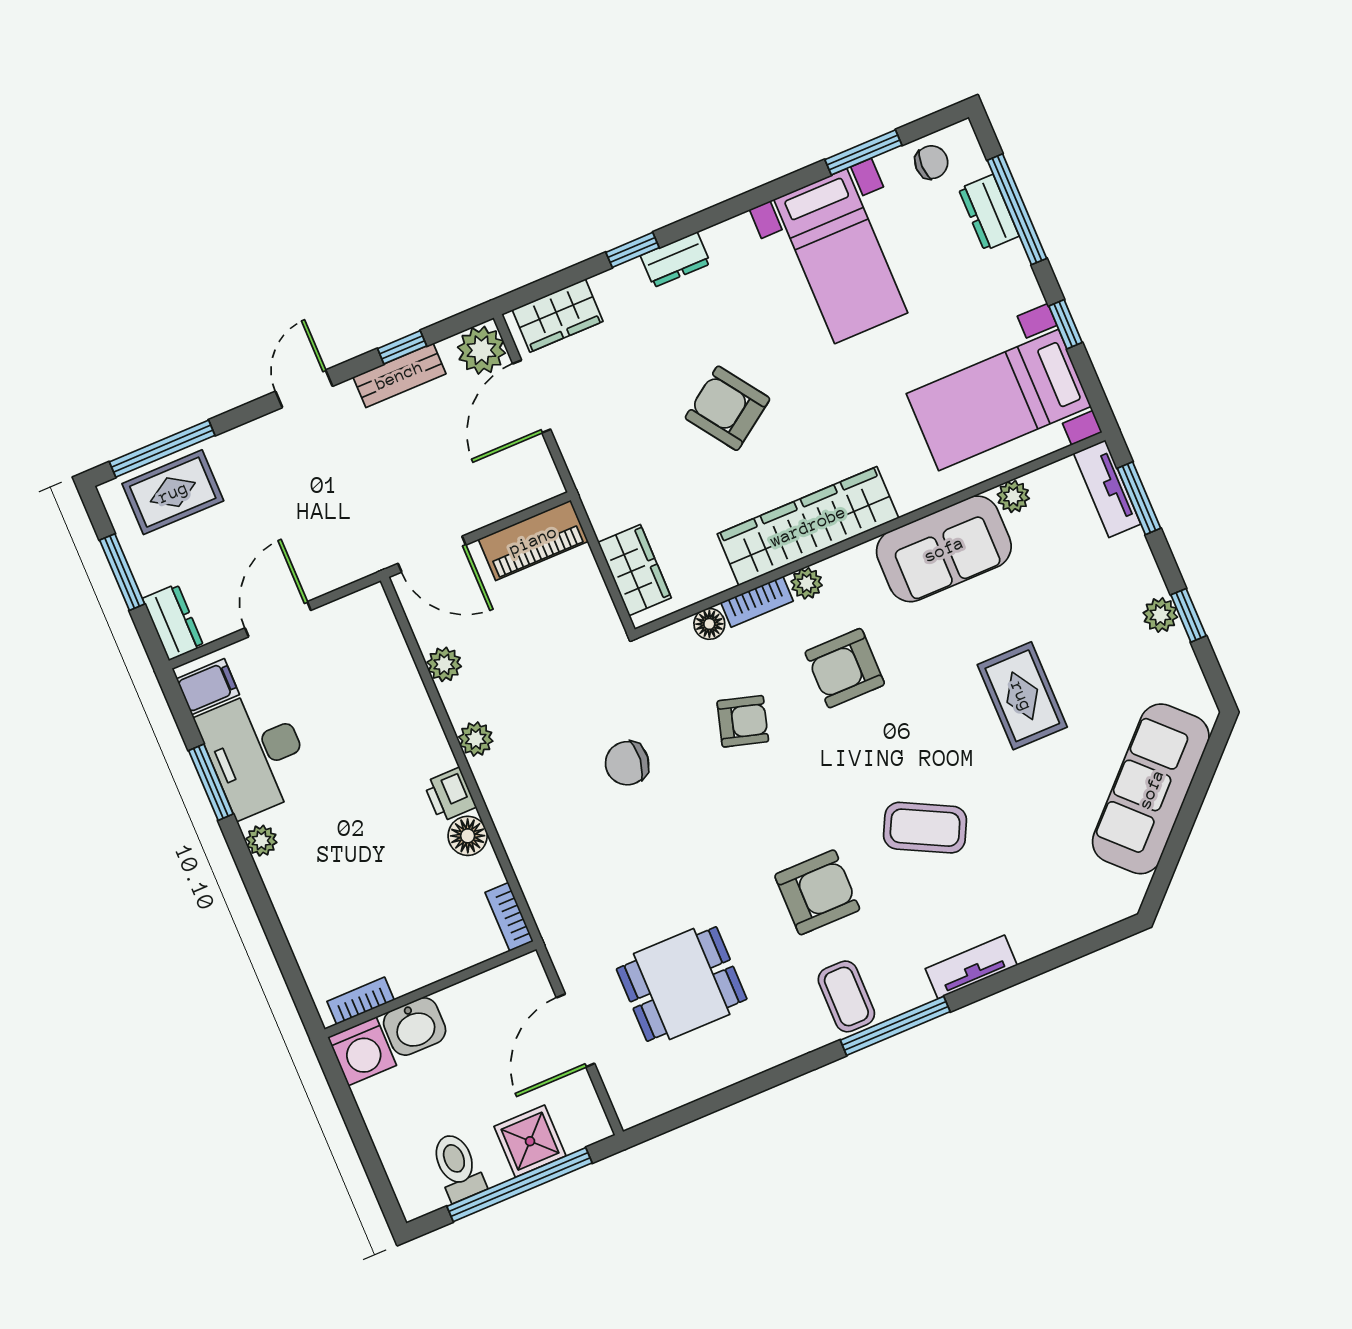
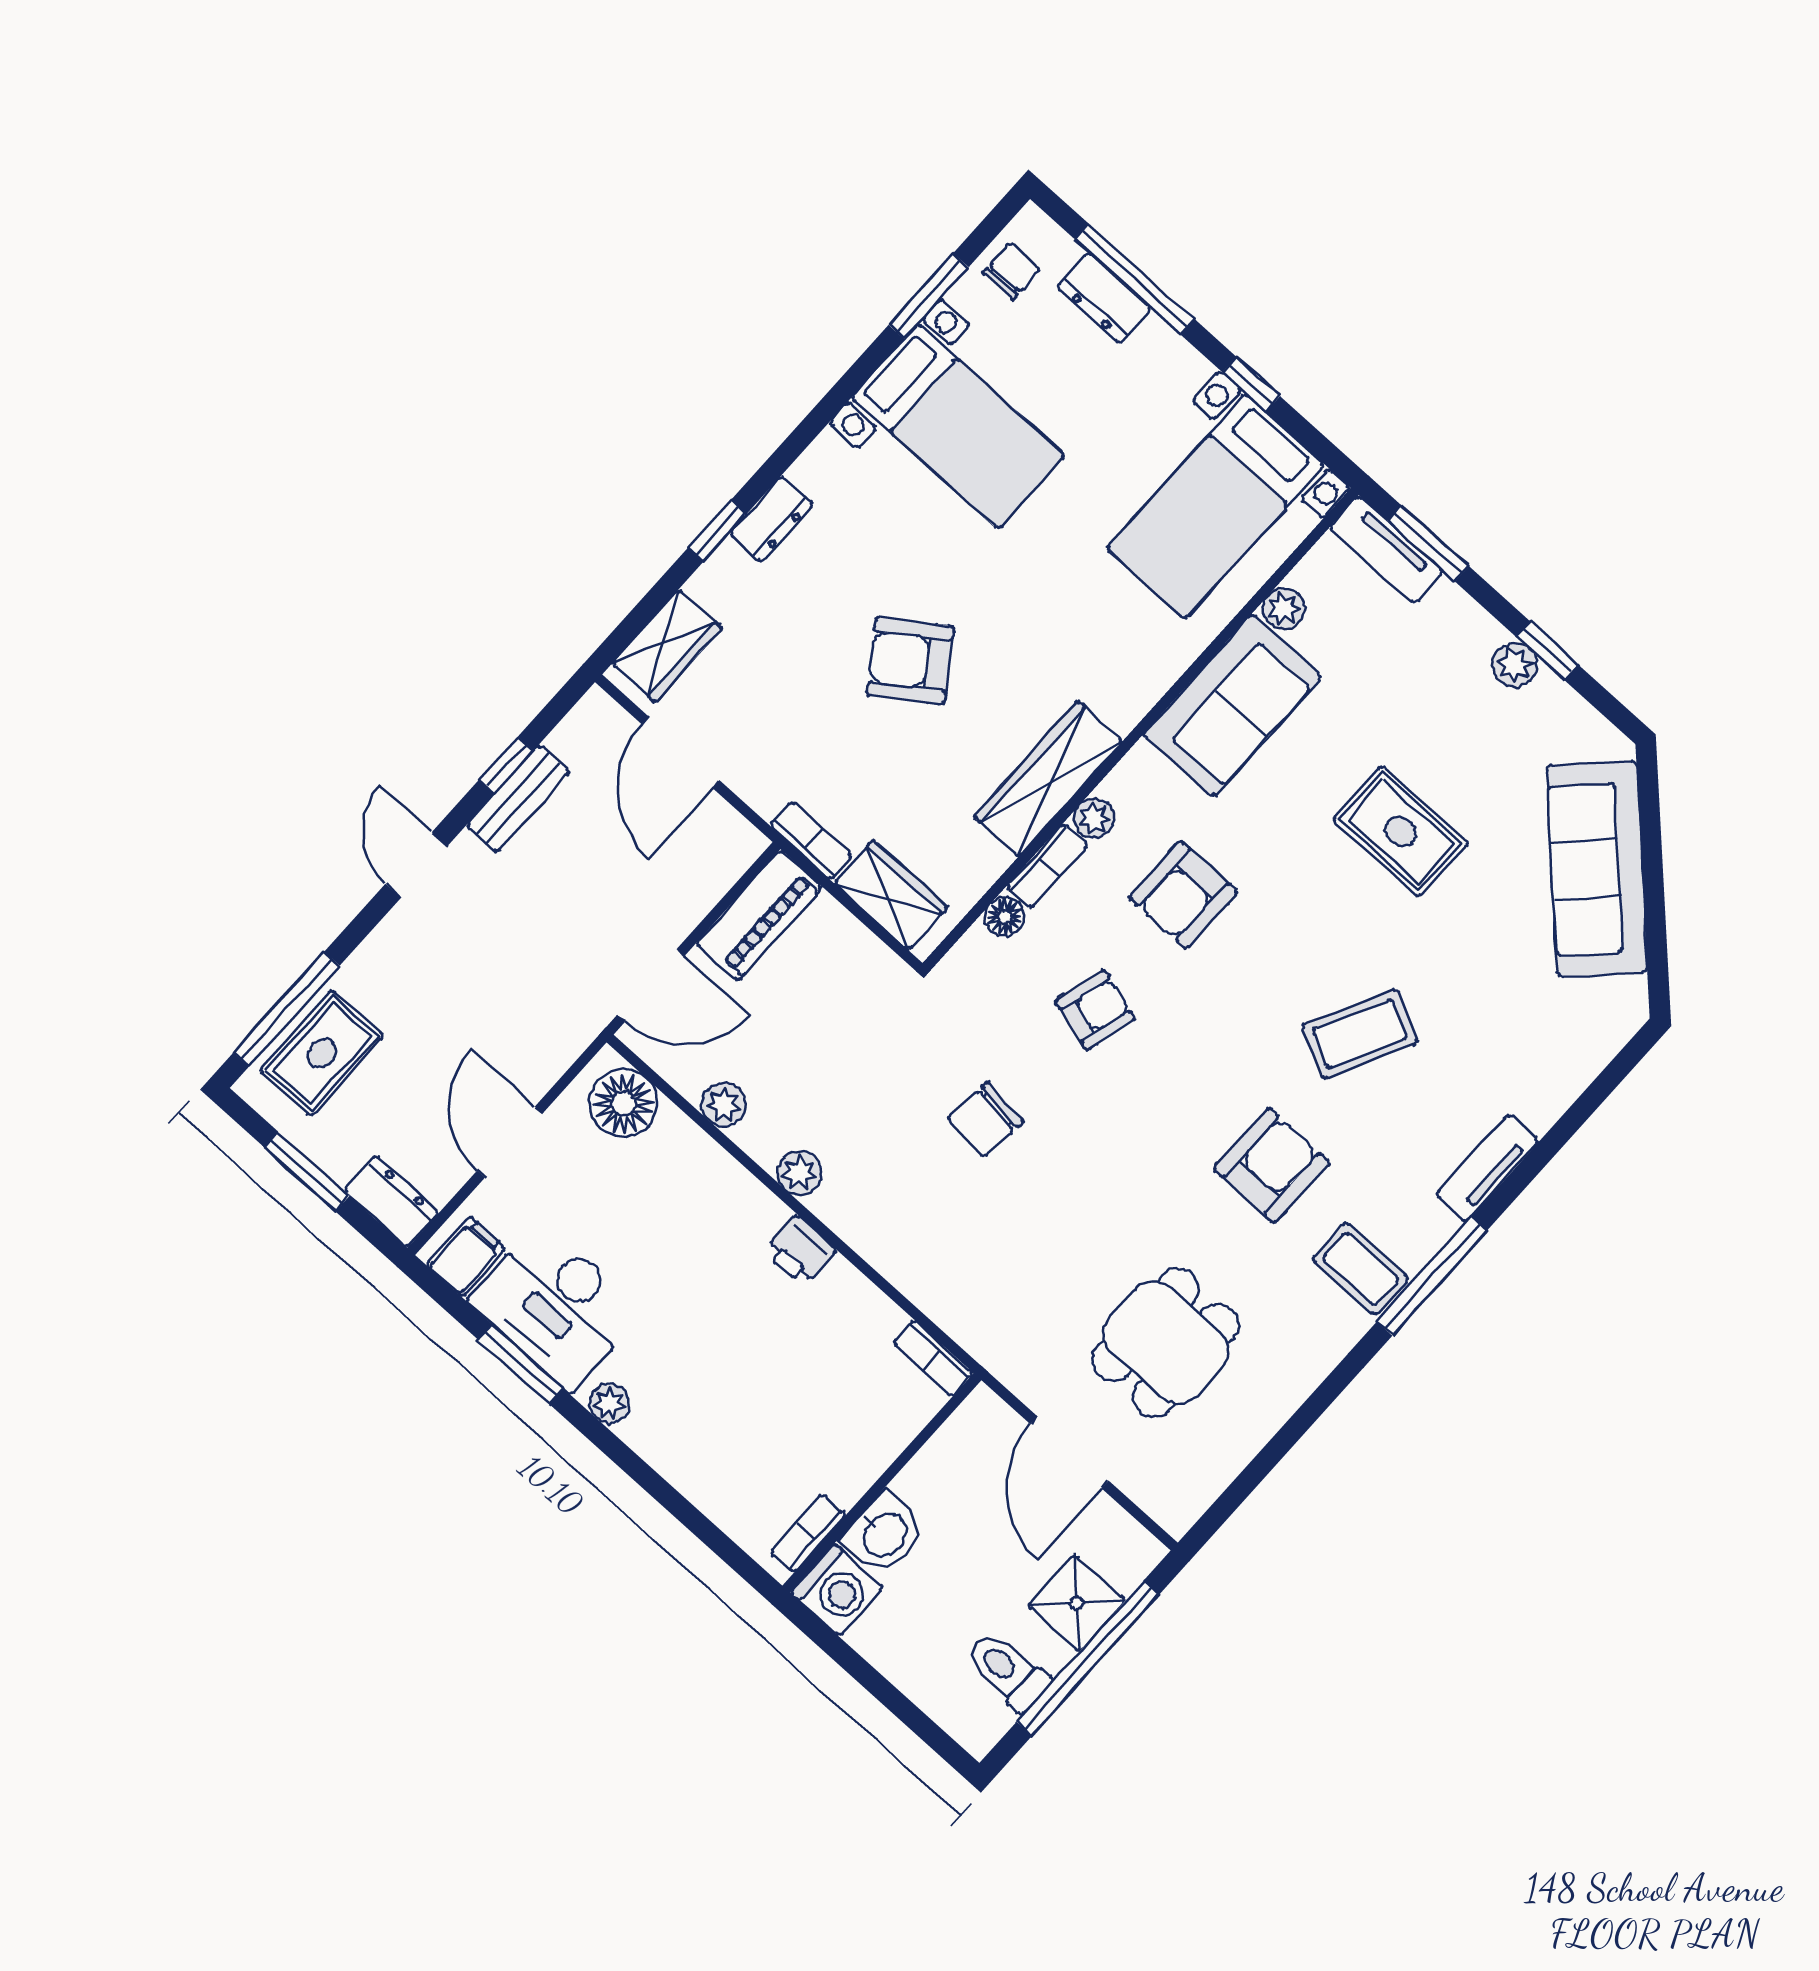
plant: (481, 350) -> (598, 726), removed
bookcase: (596, 504) -> (811, 841), added
wardrobe: (808, 526) -> (1048, 779), width x0.71, depth x0.85
floor lamp: (468, 836) -> (624, 1103), moved, width x1.38, depth x1.38

